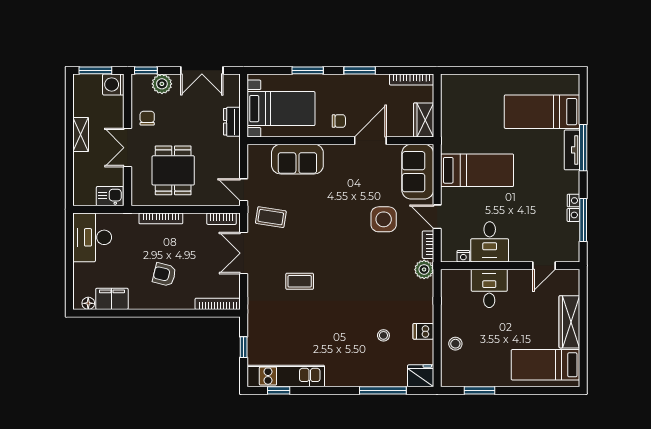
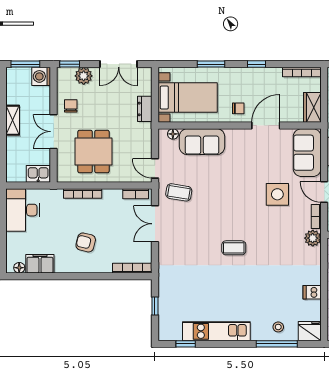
window: (360, 70) -> (256, 64), width x0.67
floor lamp: (264, 150) -> (173, 134), added
coffee table: (300, 281) -> (234, 248), moved
stool: (383, 335) -> (278, 327), moved
kitchen unit: (286, 376) -> (216, 331), moved

